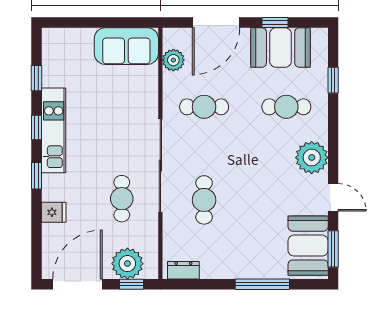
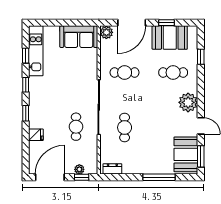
plant: (173, 60) -> (106, 32), moved
kitchen unit: (54, 130) -> (36, 51), moved
plant: (127, 264) -> (79, 169), width x0.53, depth x0.53

